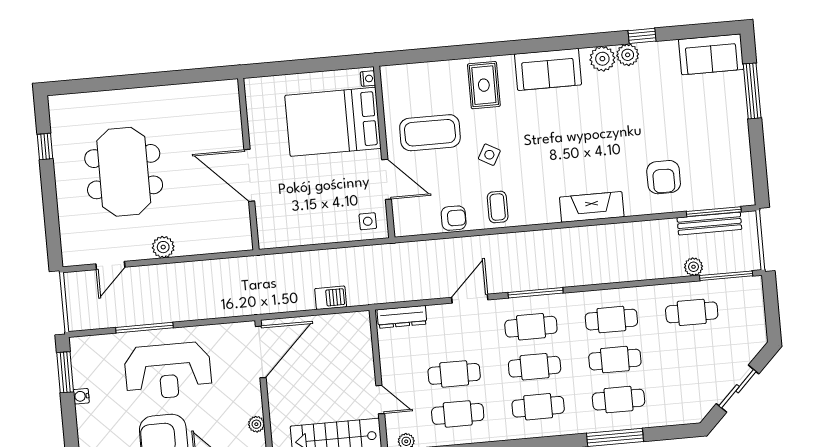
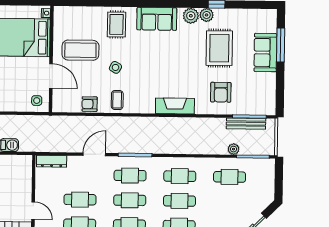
sofa: (711, 54) -> (265, 52), moved, turned 90
rug: (654, 106) -> (219, 48), added
armchair: (454, 218) -> (90, 104), turned 180

